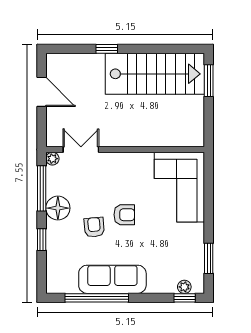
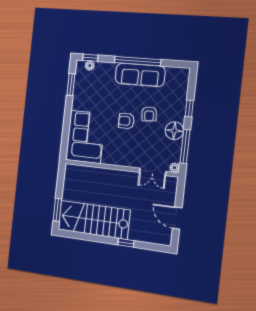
window: (97, 298) -> (137, 61), moved

